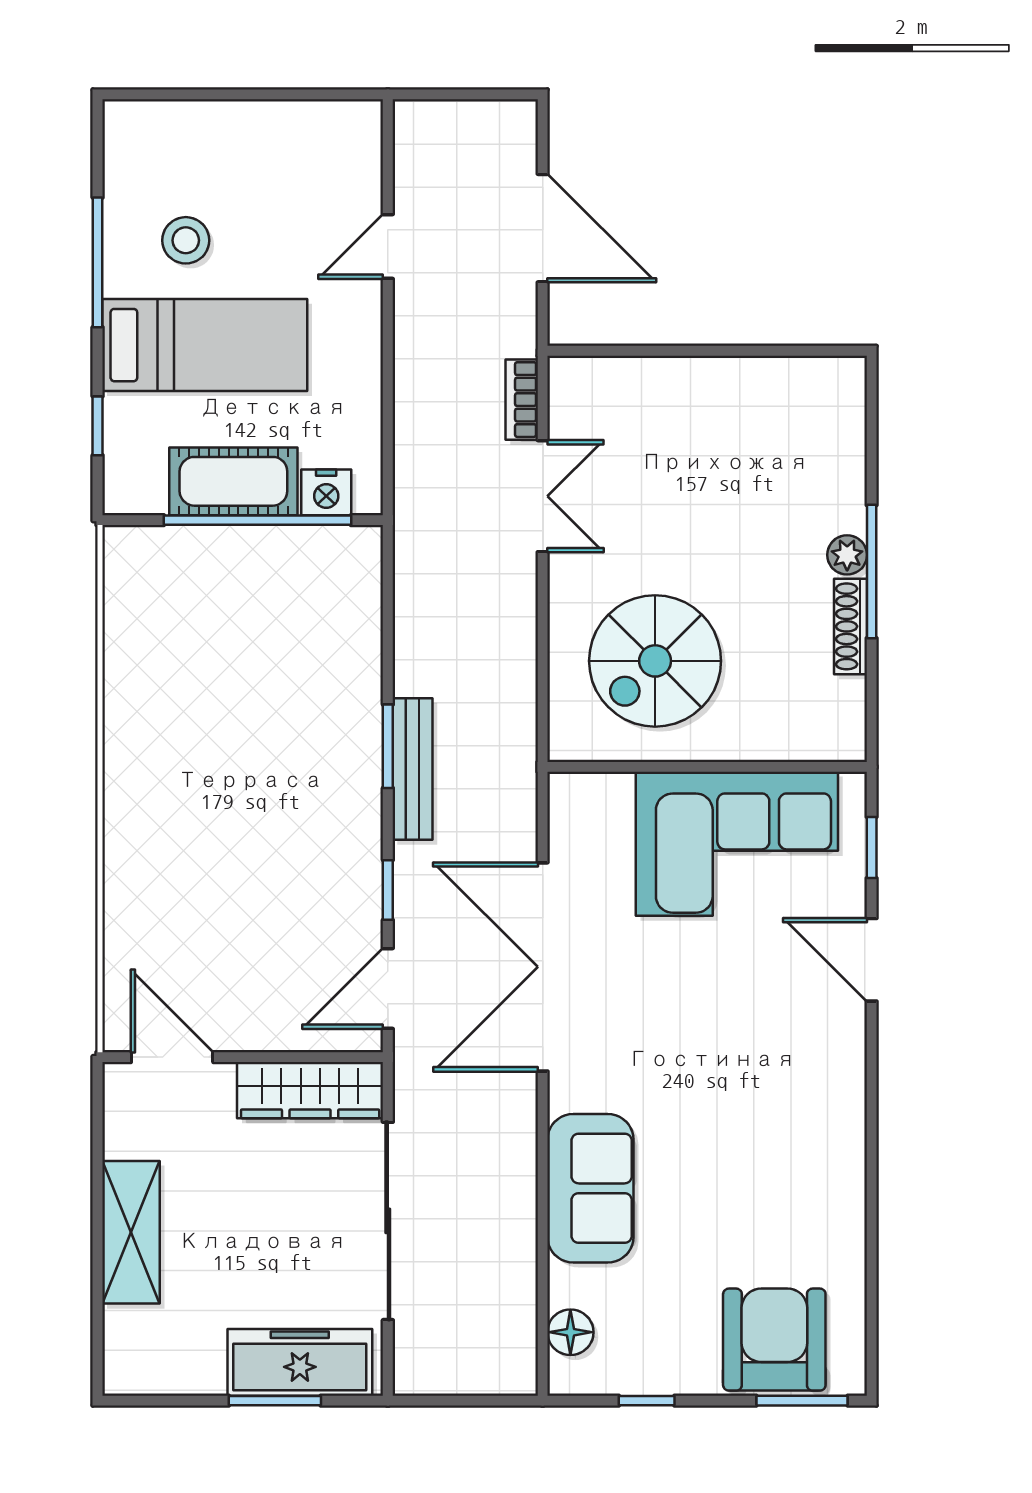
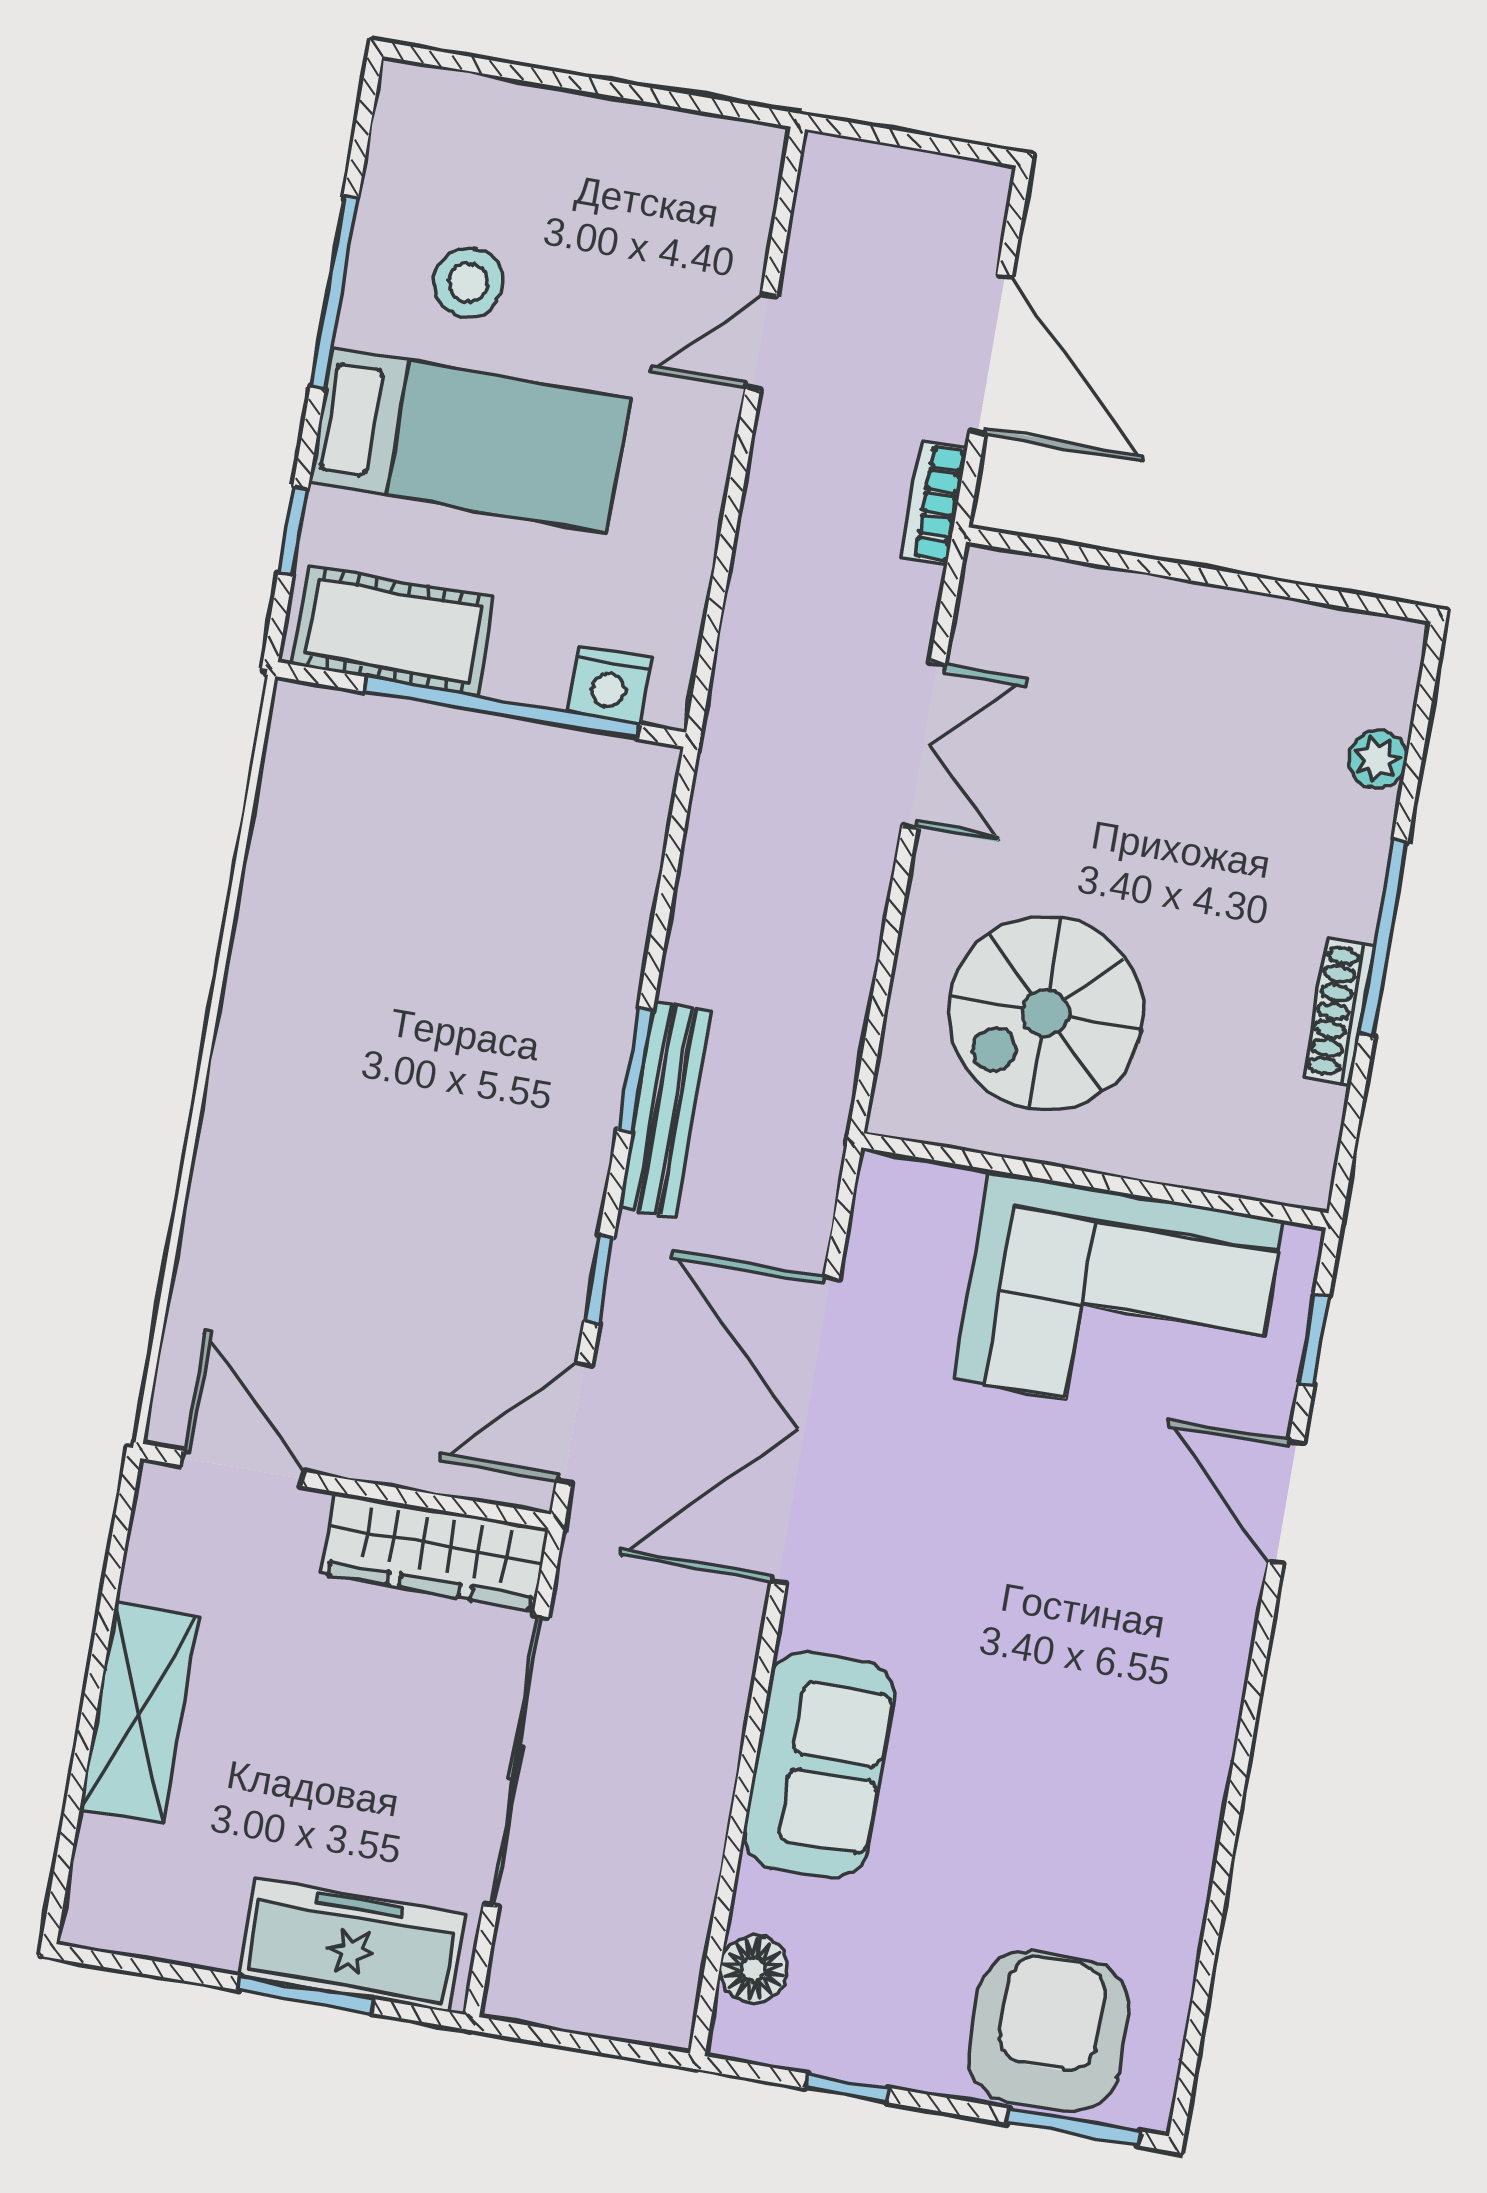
bookcase: (522, 400) -> (934, 503), moved
cot: (233, 481) -> (394, 631), moved
plant: (847, 555) -> (1378, 759), moved

